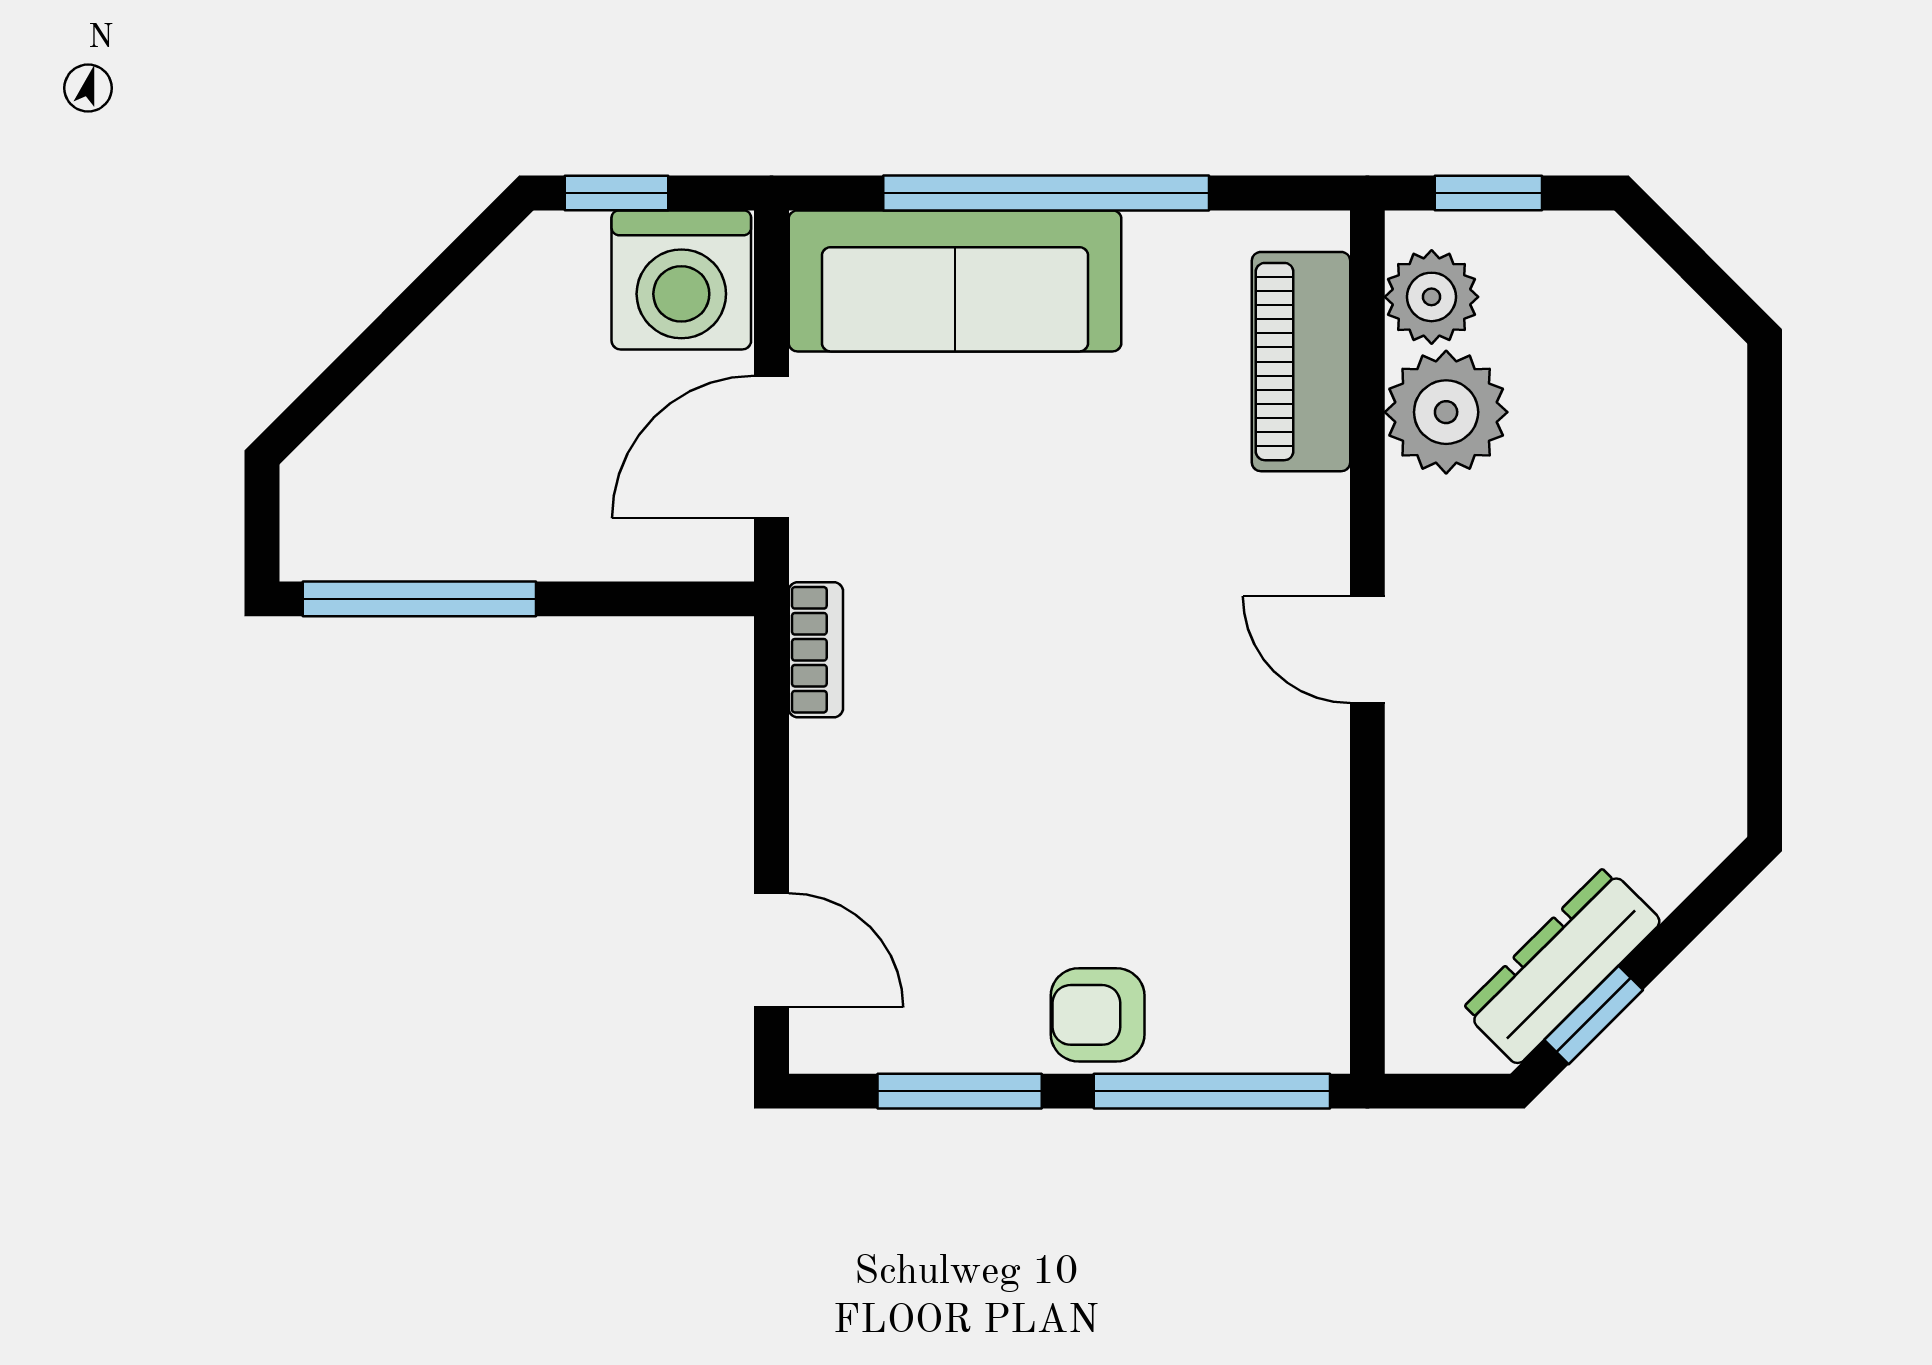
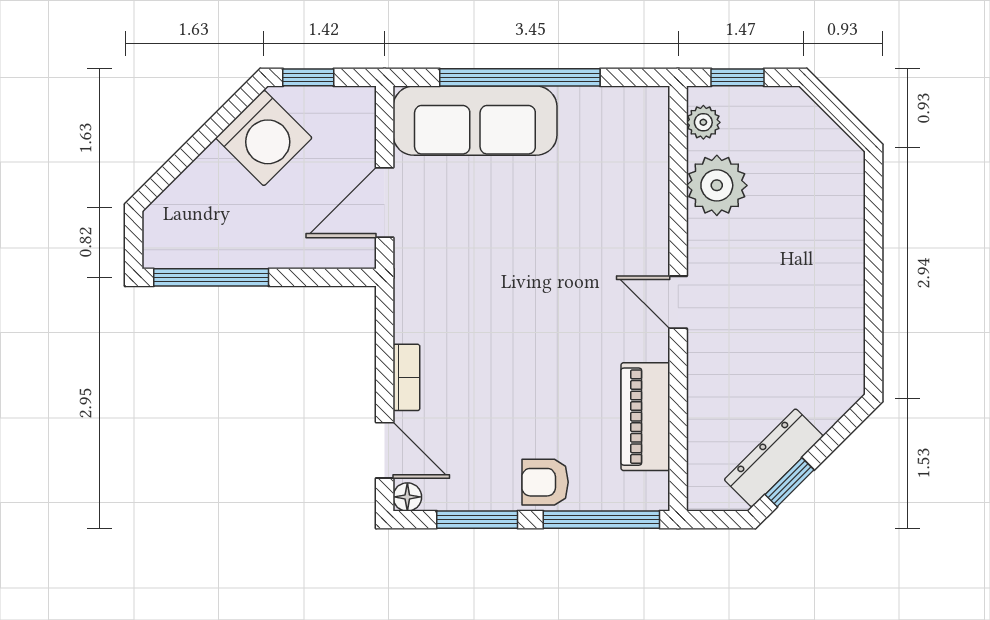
washing machine: (681, 280) -> (264, 138), moved, turned -45
plant: (1432, 297) -> (703, 122), width x0.73, depth x0.73
piano: (1301, 362) -> (645, 417), moved
bookcase: (816, 650) -> (406, 377), moved
floor lamp: (818, 1045) -> (407, 497), added

